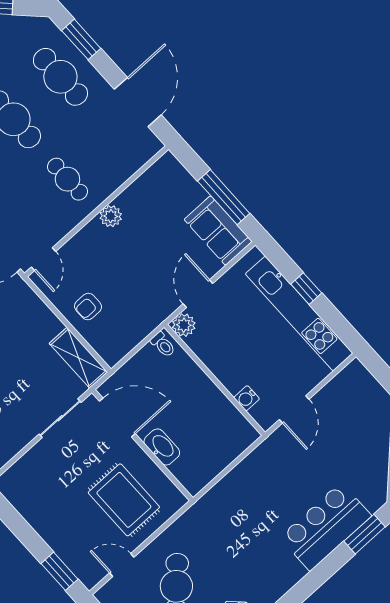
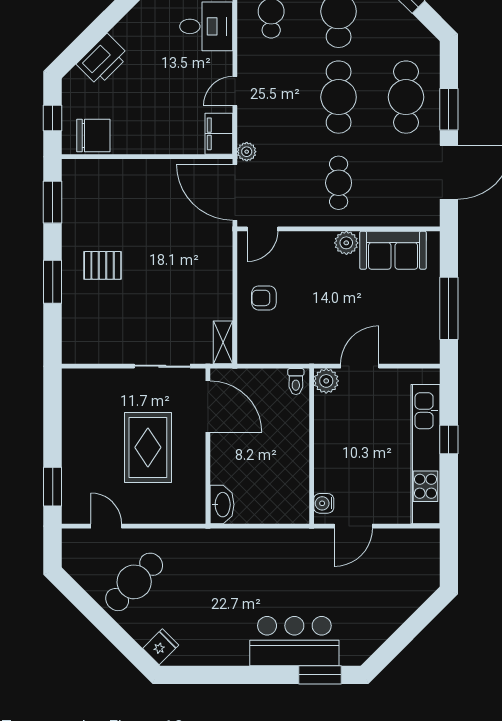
window: (81, 39) -> (449, 109), moved
sofa: (218, 231) -> (393, 250), moved, turned -90
shelving: (78, 358) -> (223, 342), width x0.67, depth x0.75
water cooler: (247, 398) -> (324, 503), moved
washbasin: (162, 447) -> (222, 505), moved
rug: (124, 500) -> (148, 447), moved

